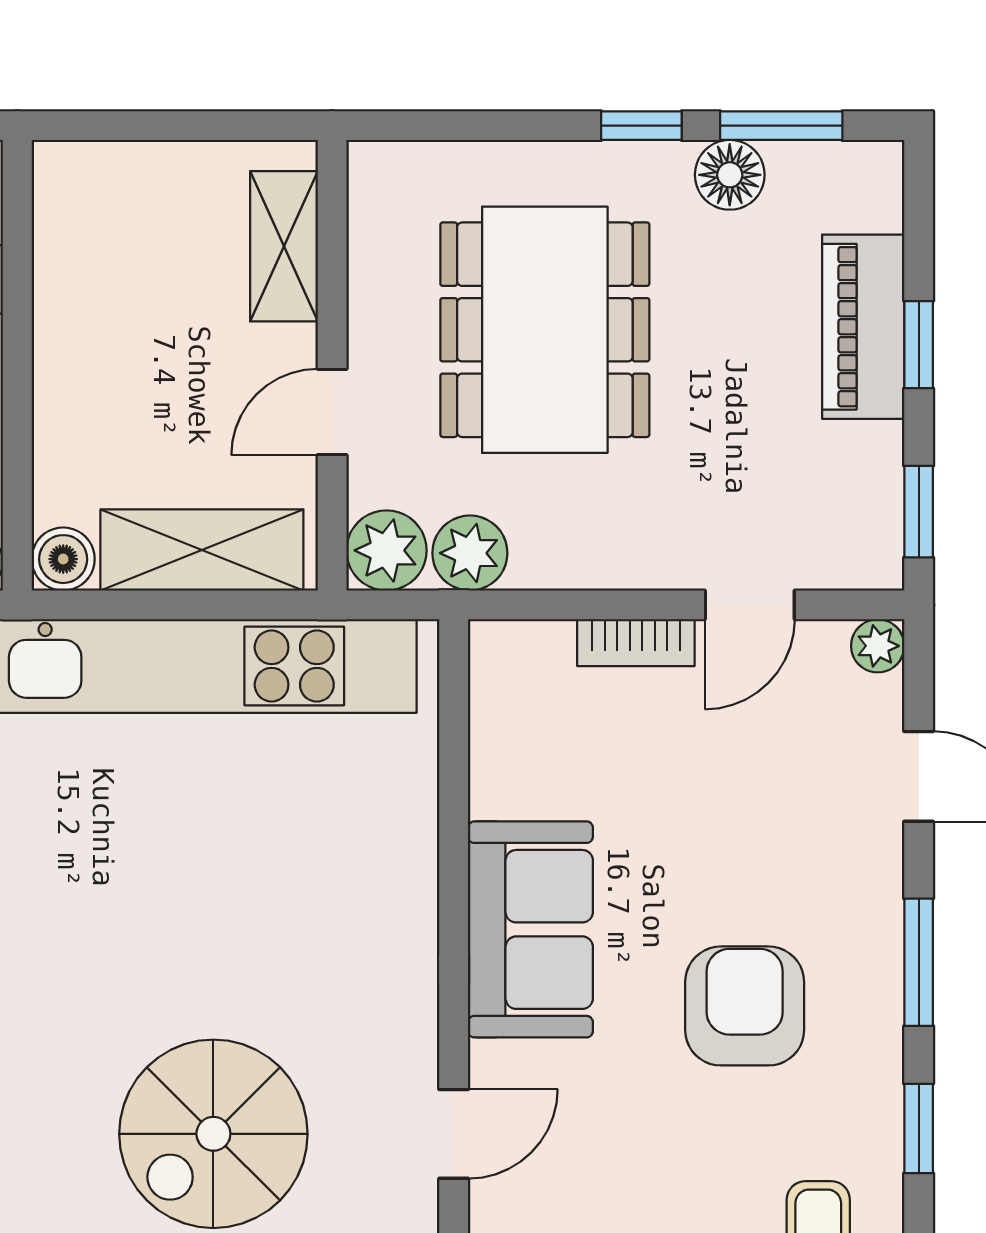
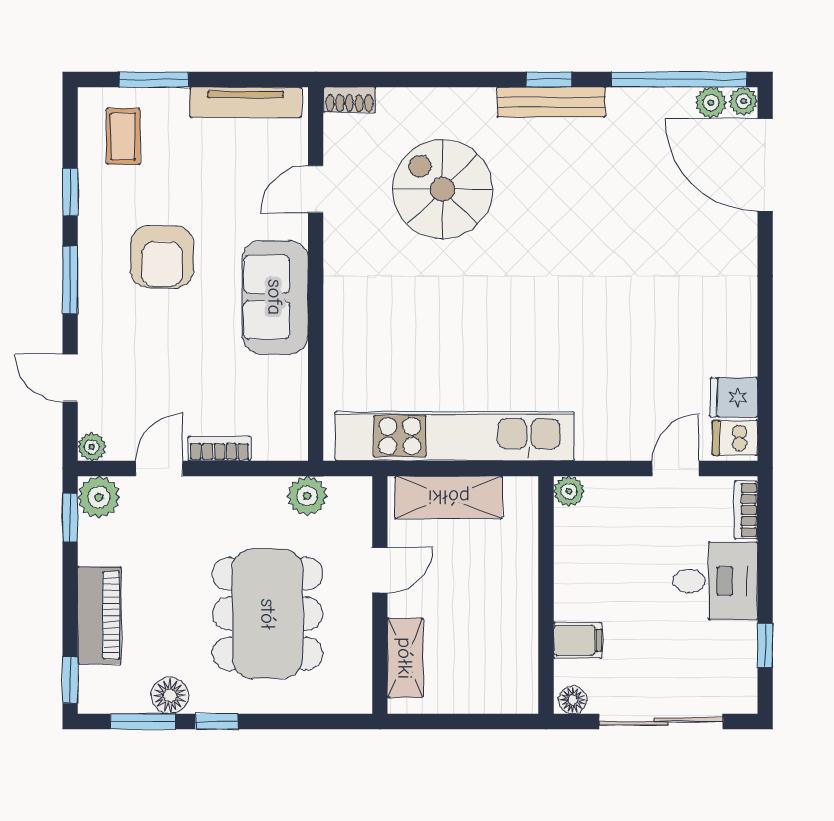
window: (919, 345) -> (70, 680), moved
plant: (386, 550) -> (99, 497), moved
boiler: (63, 559) -> (522, 493), removed
spiral stairs: (213, 1134) -> (443, 189), turned -90

